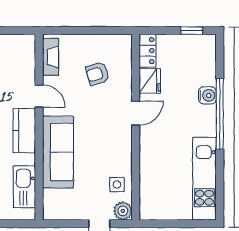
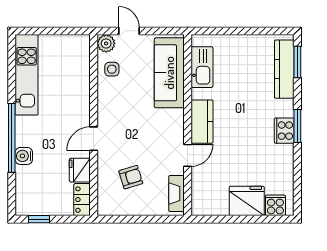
door: (39, 96) -> (188, 155), swing flipped
sofa: (58, 152) -> (169, 73), moved

